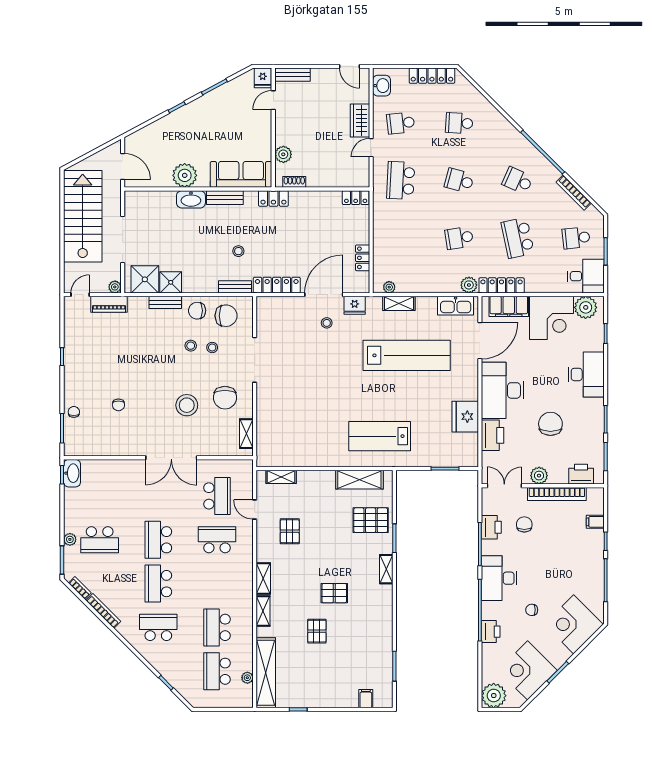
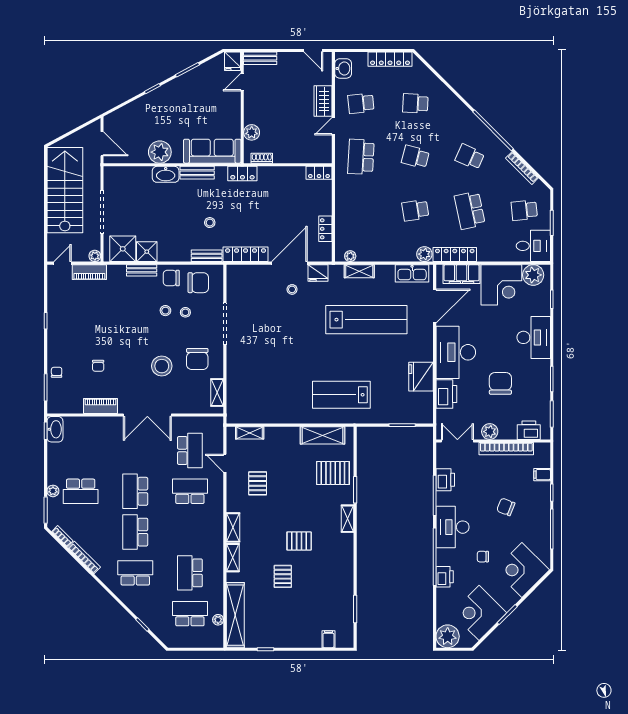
piano: (121, 448) -> (100, 406), added
chair: (524, 524) -> (506, 507), moved, turned -69
school desk: (217, 671) -> (190, 614), turned 90

